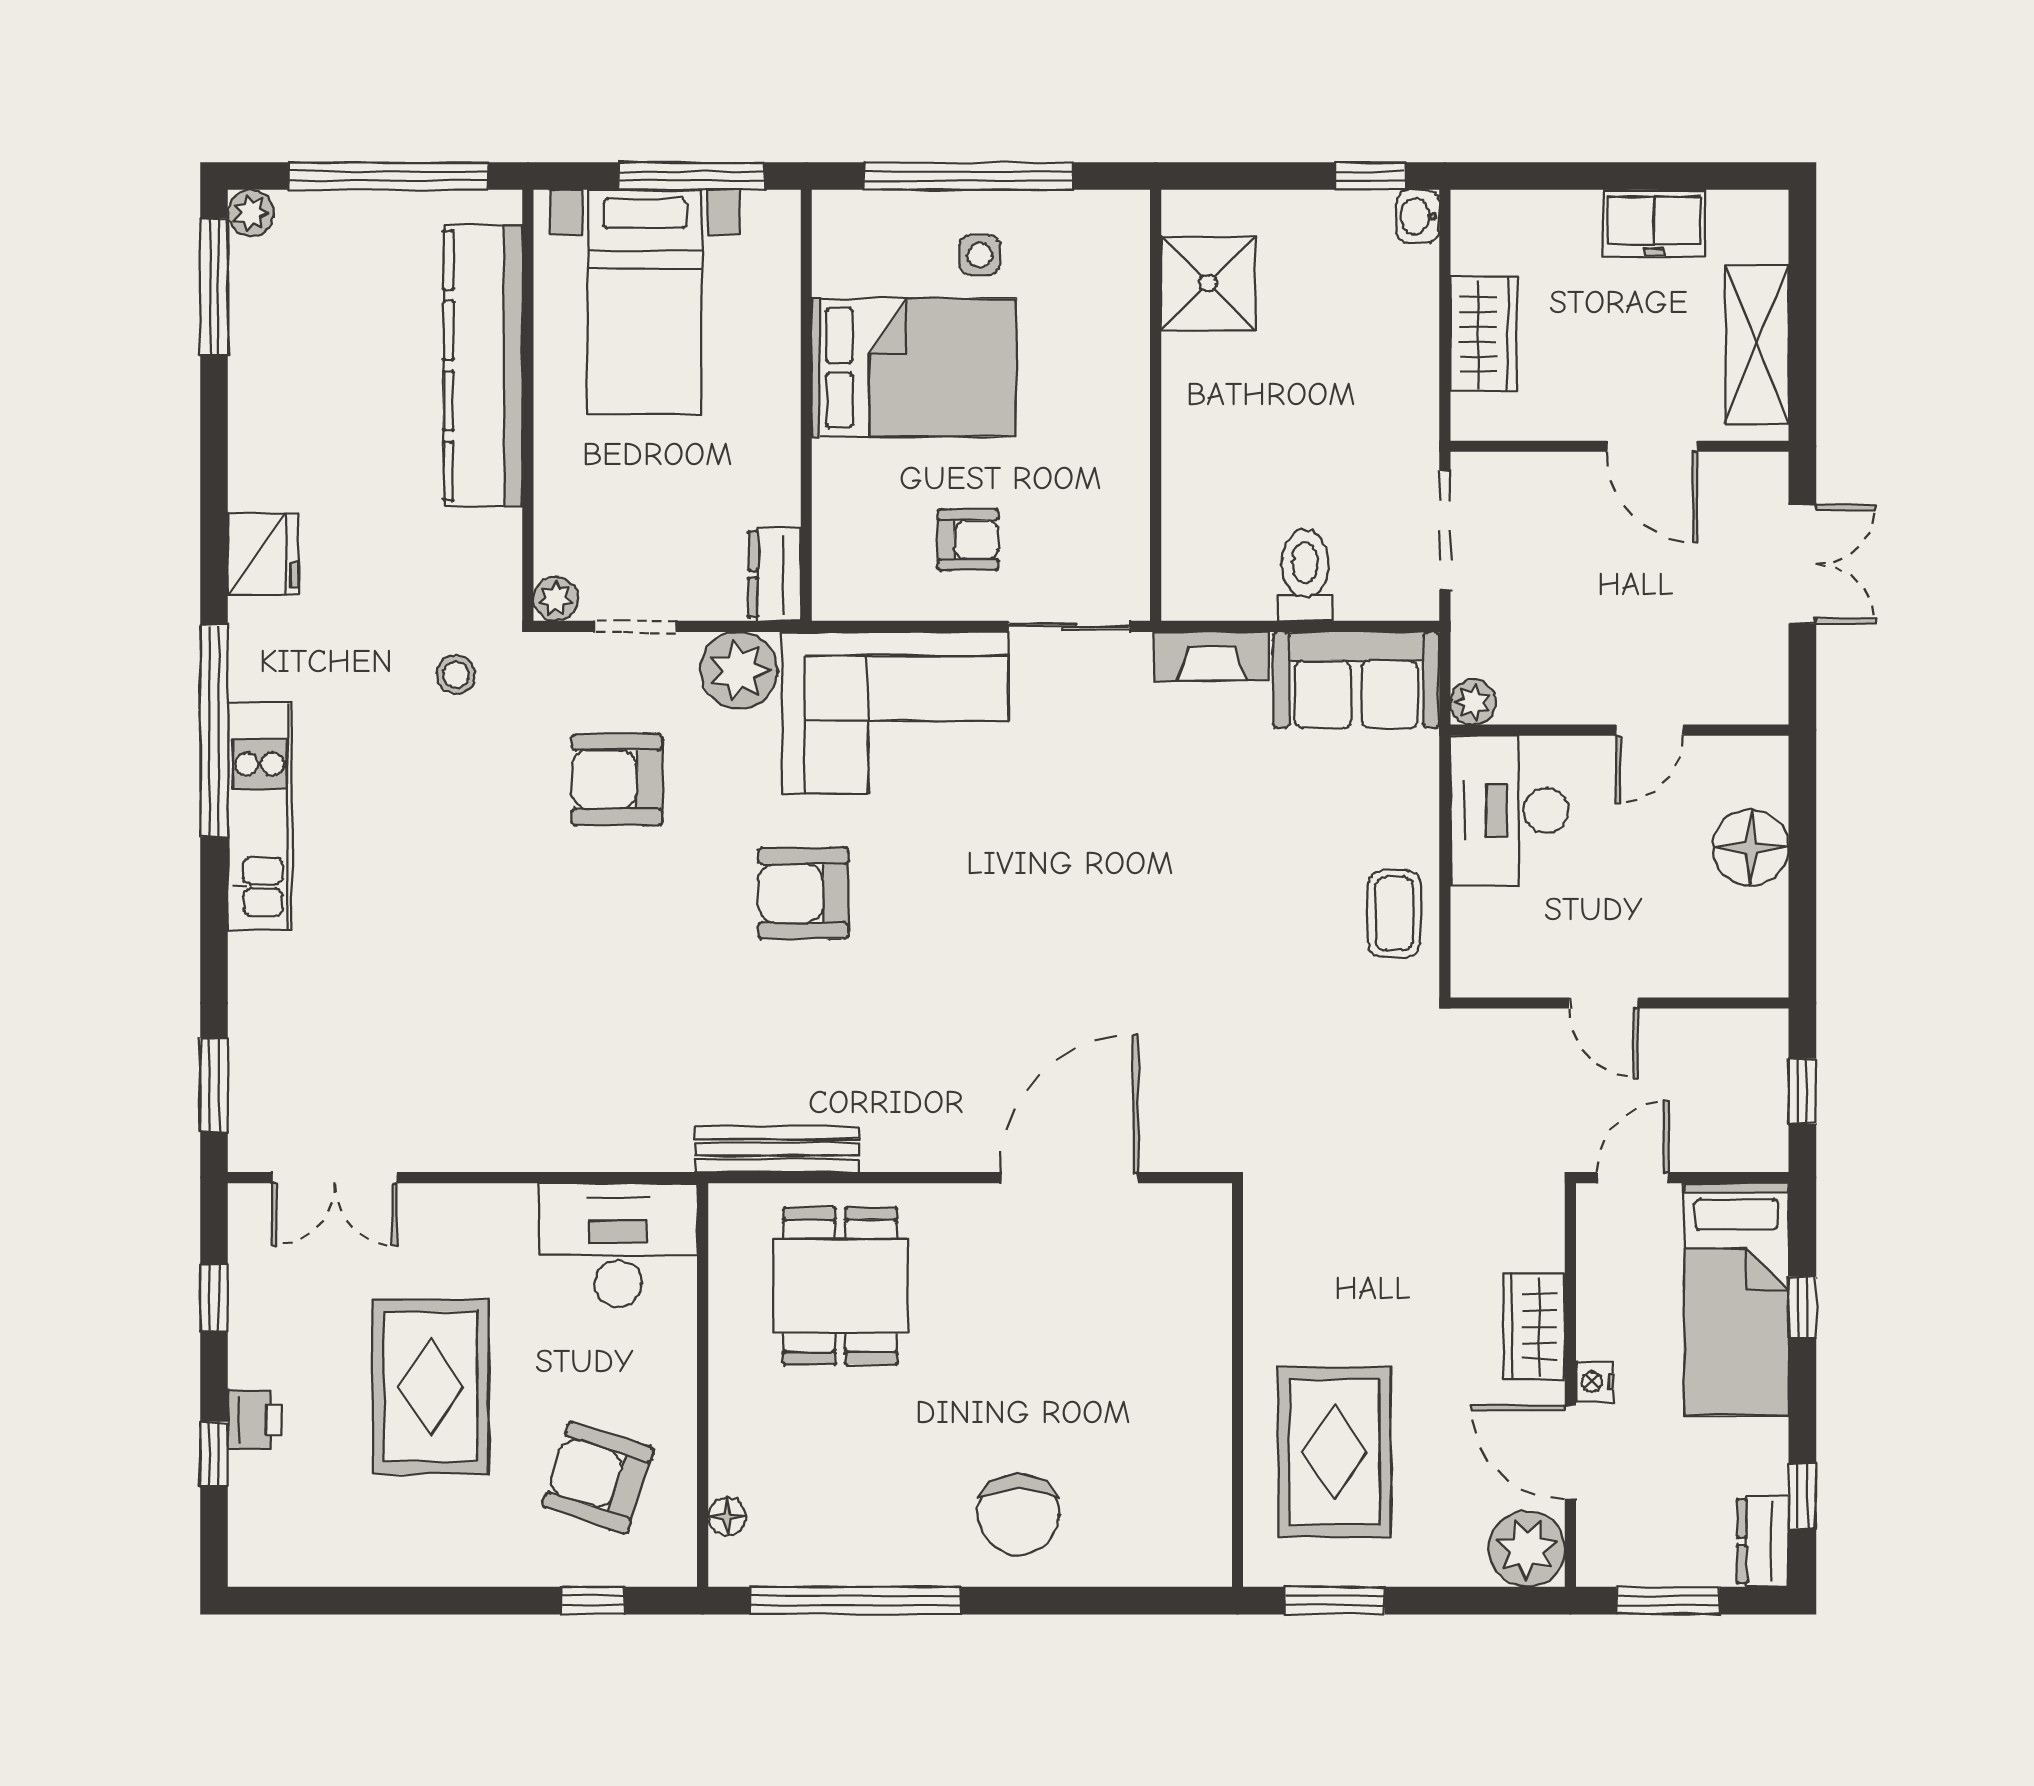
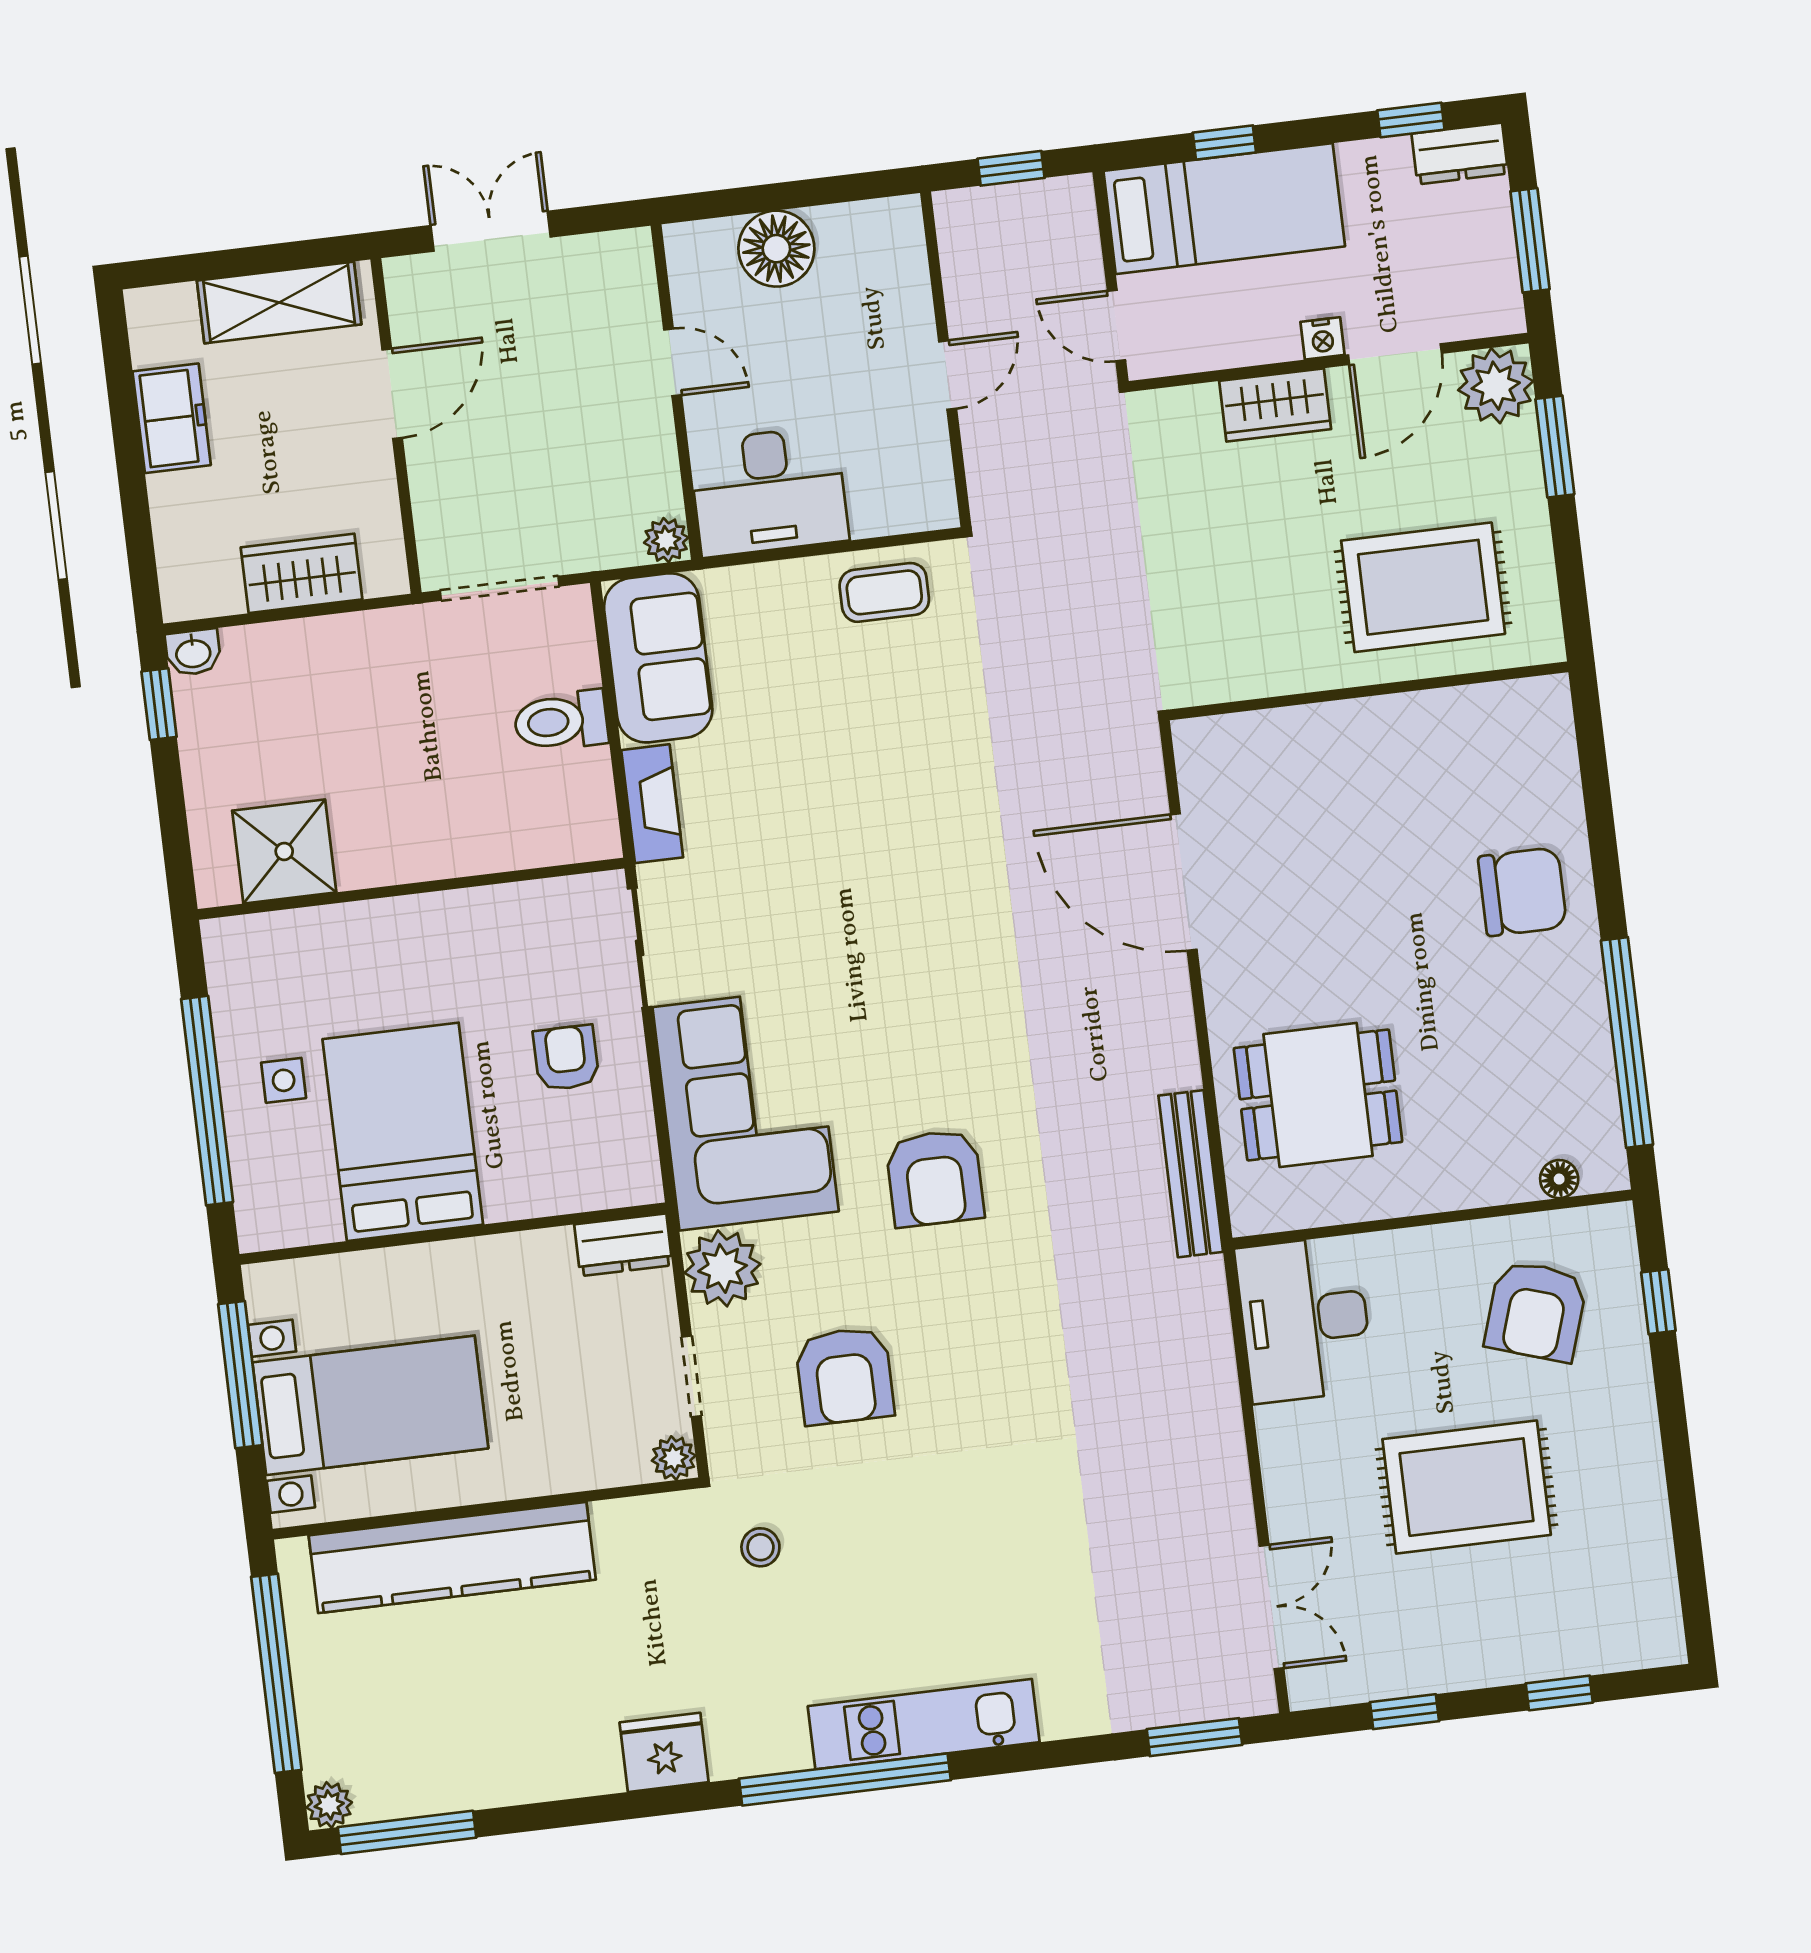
printer: (255, 1420) -> (1520, 1657), removed
window: (1335, 1601) -> (1555, 447), moved

